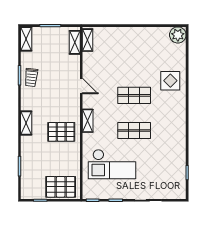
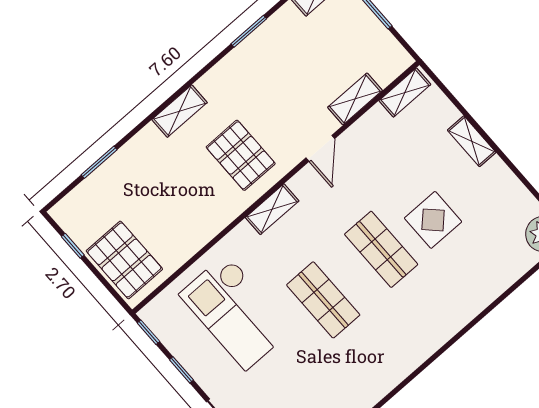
shelving: (124, 32) -> (472, 141), added
shelving: (75, 42) -> (355, 99), moved
trolley: (31, 77) -> (262, 54), removed
display table: (170, 81) -> (433, 220), moved
pallet: (61, 132) -> (241, 155), moved

